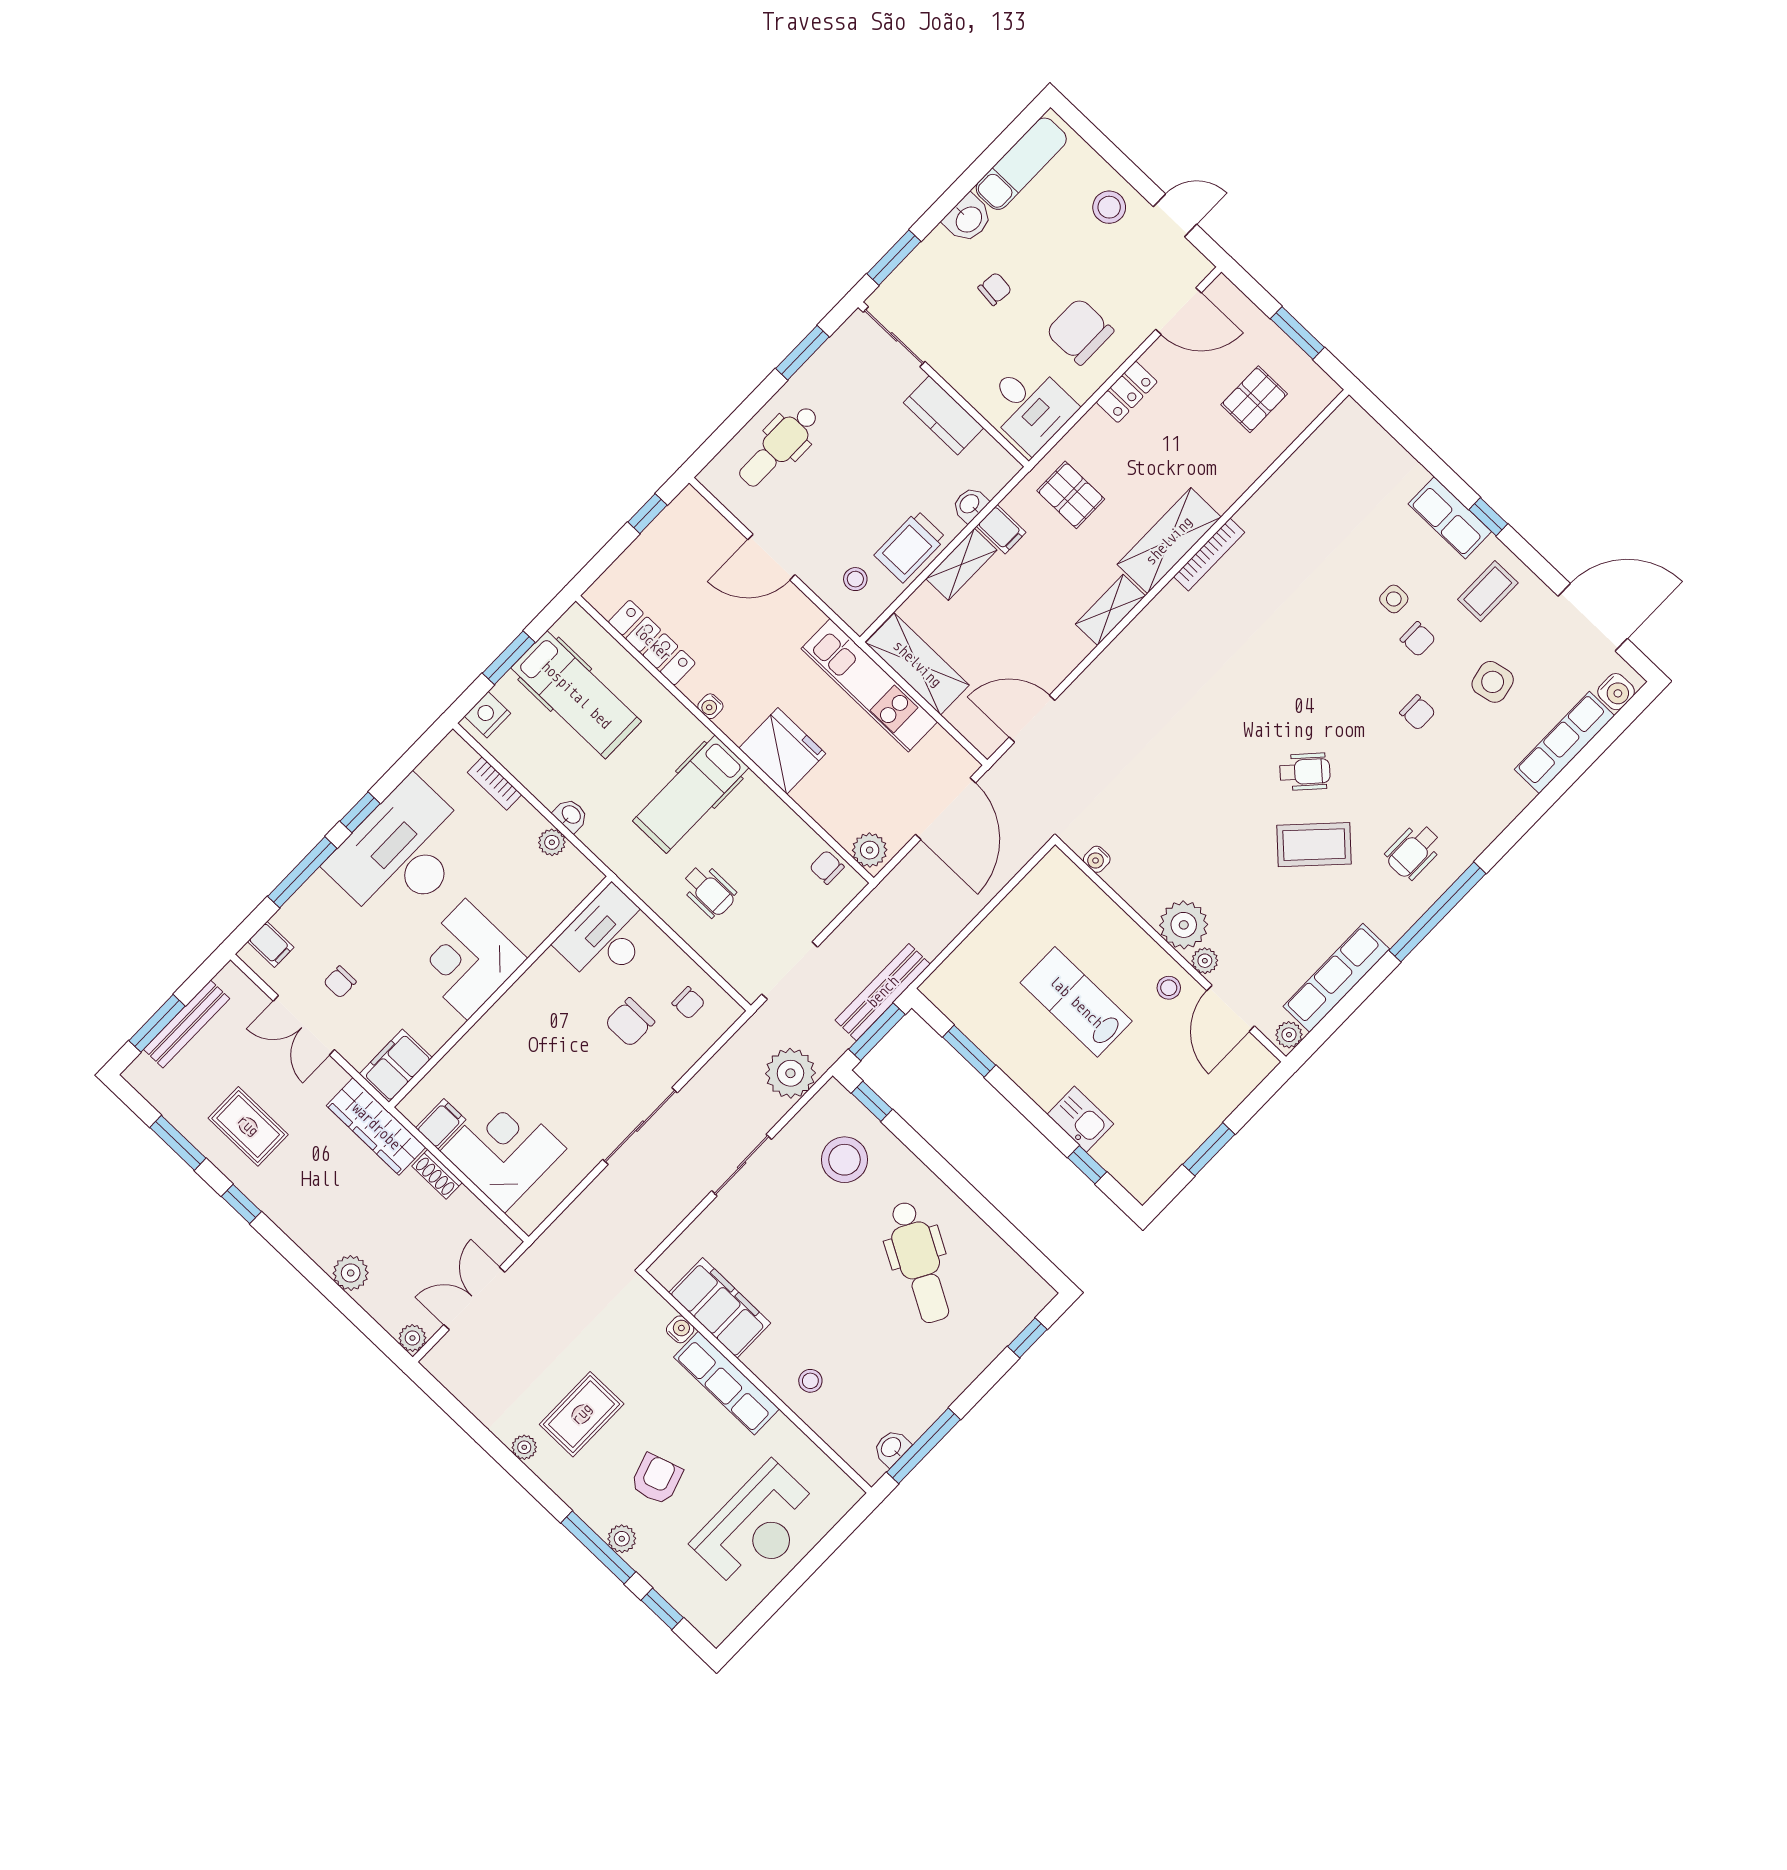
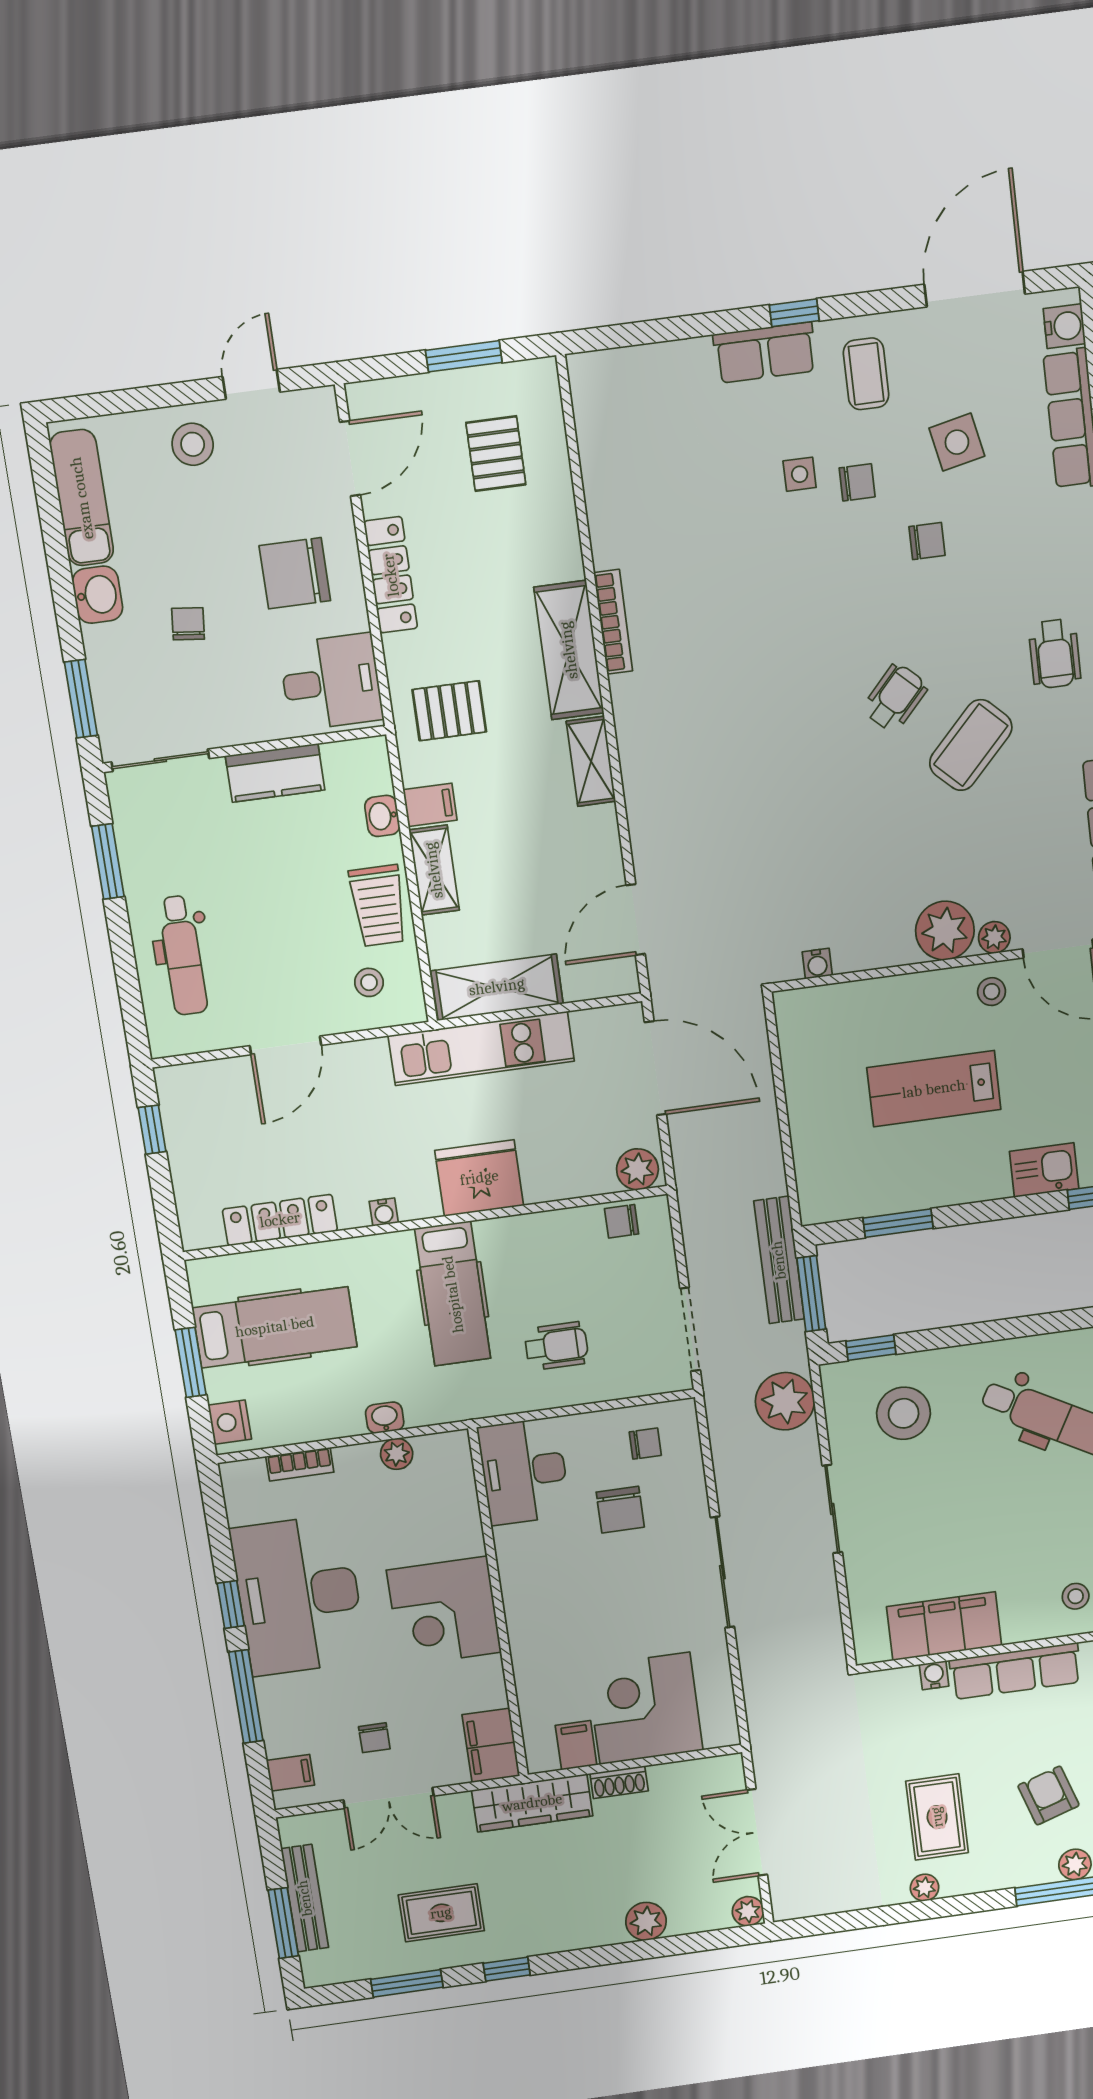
locker: (1127, 392) -> (391, 575), width x1.53

